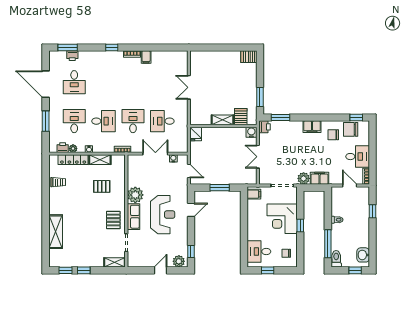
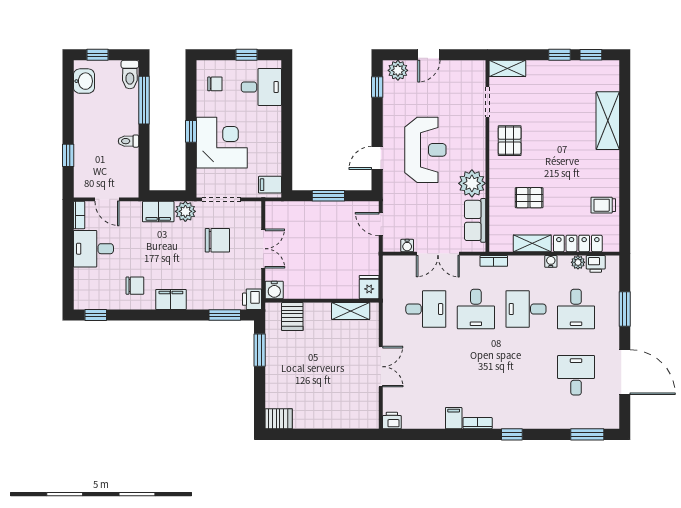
printer: (72, 56) -> (392, 421), moved
shelving: (223, 120) -> (351, 311), moved
chair: (351, 129) -> (217, 240), moved
reception desk: (163, 215) -> (425, 150), turned 180
row of seats: (133, 217) -> (475, 220), moved

